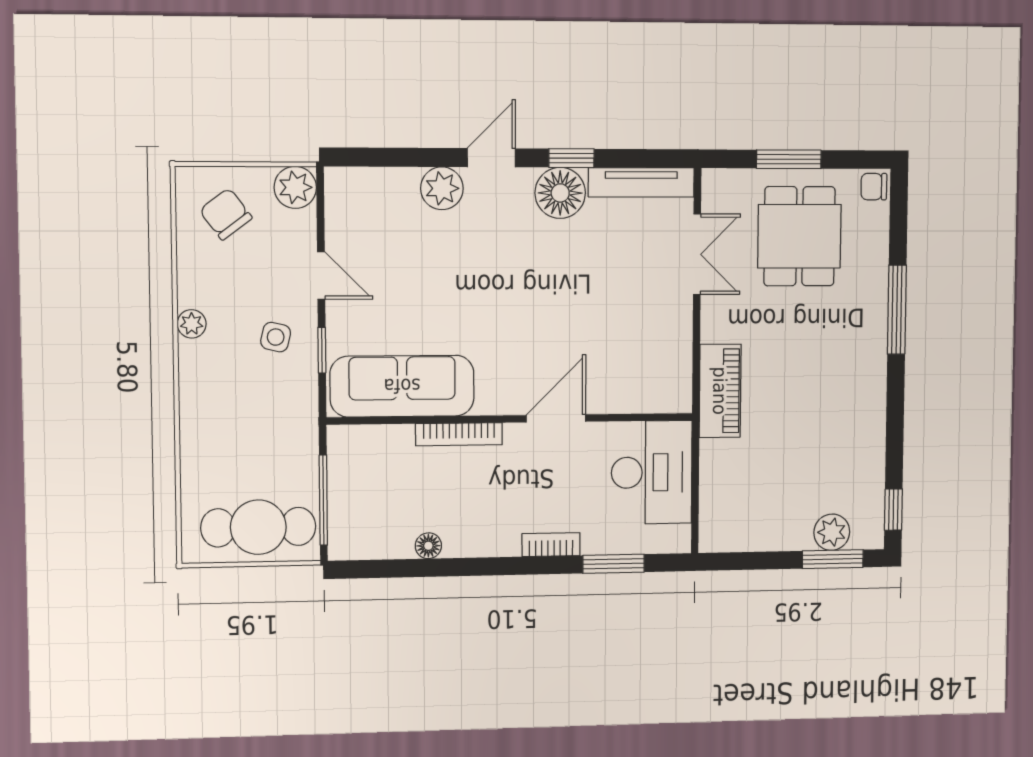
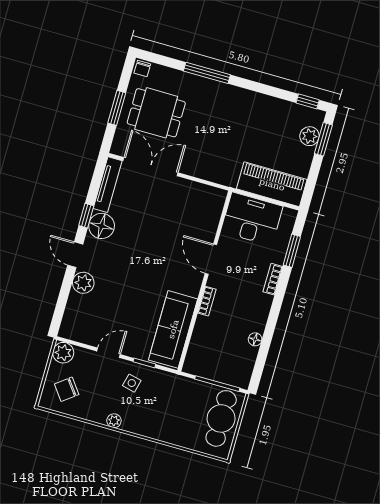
double door: (697, 254) -> (150, 167), width x1.37
piano: (720, 391) -> (272, 184), moved, width x1.37, depth x1.33
bookcase: (459, 434) -> (207, 301), width x0.64

